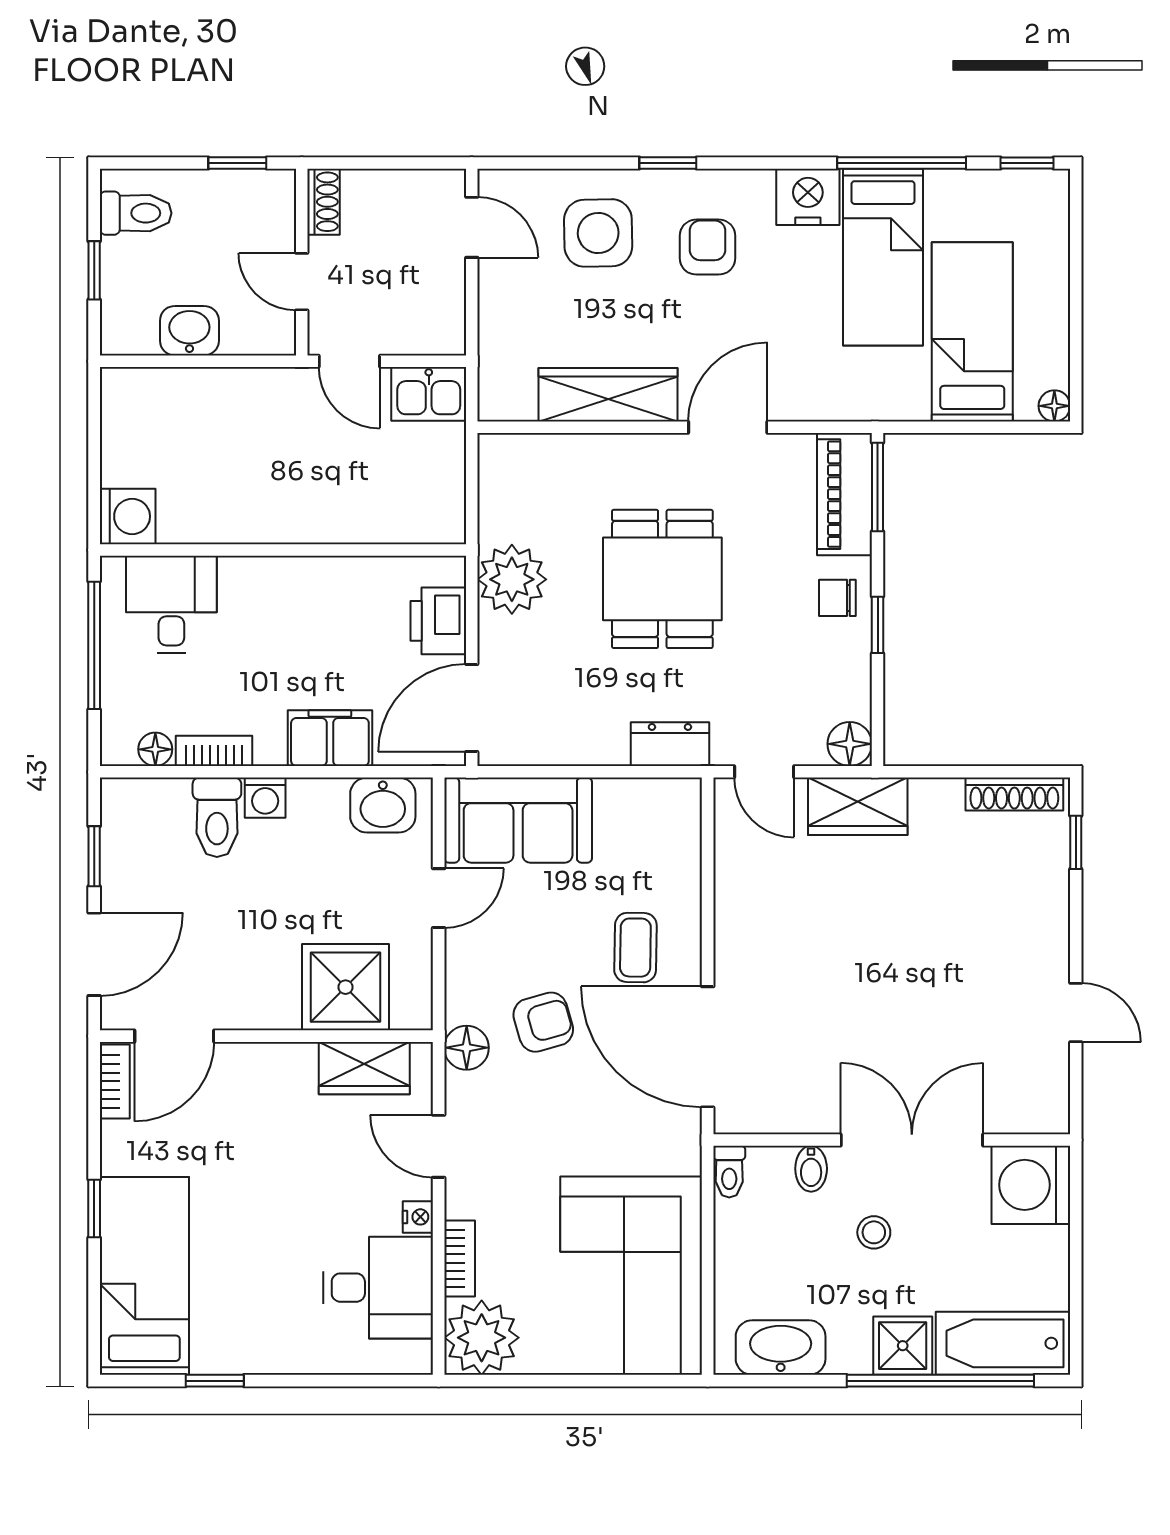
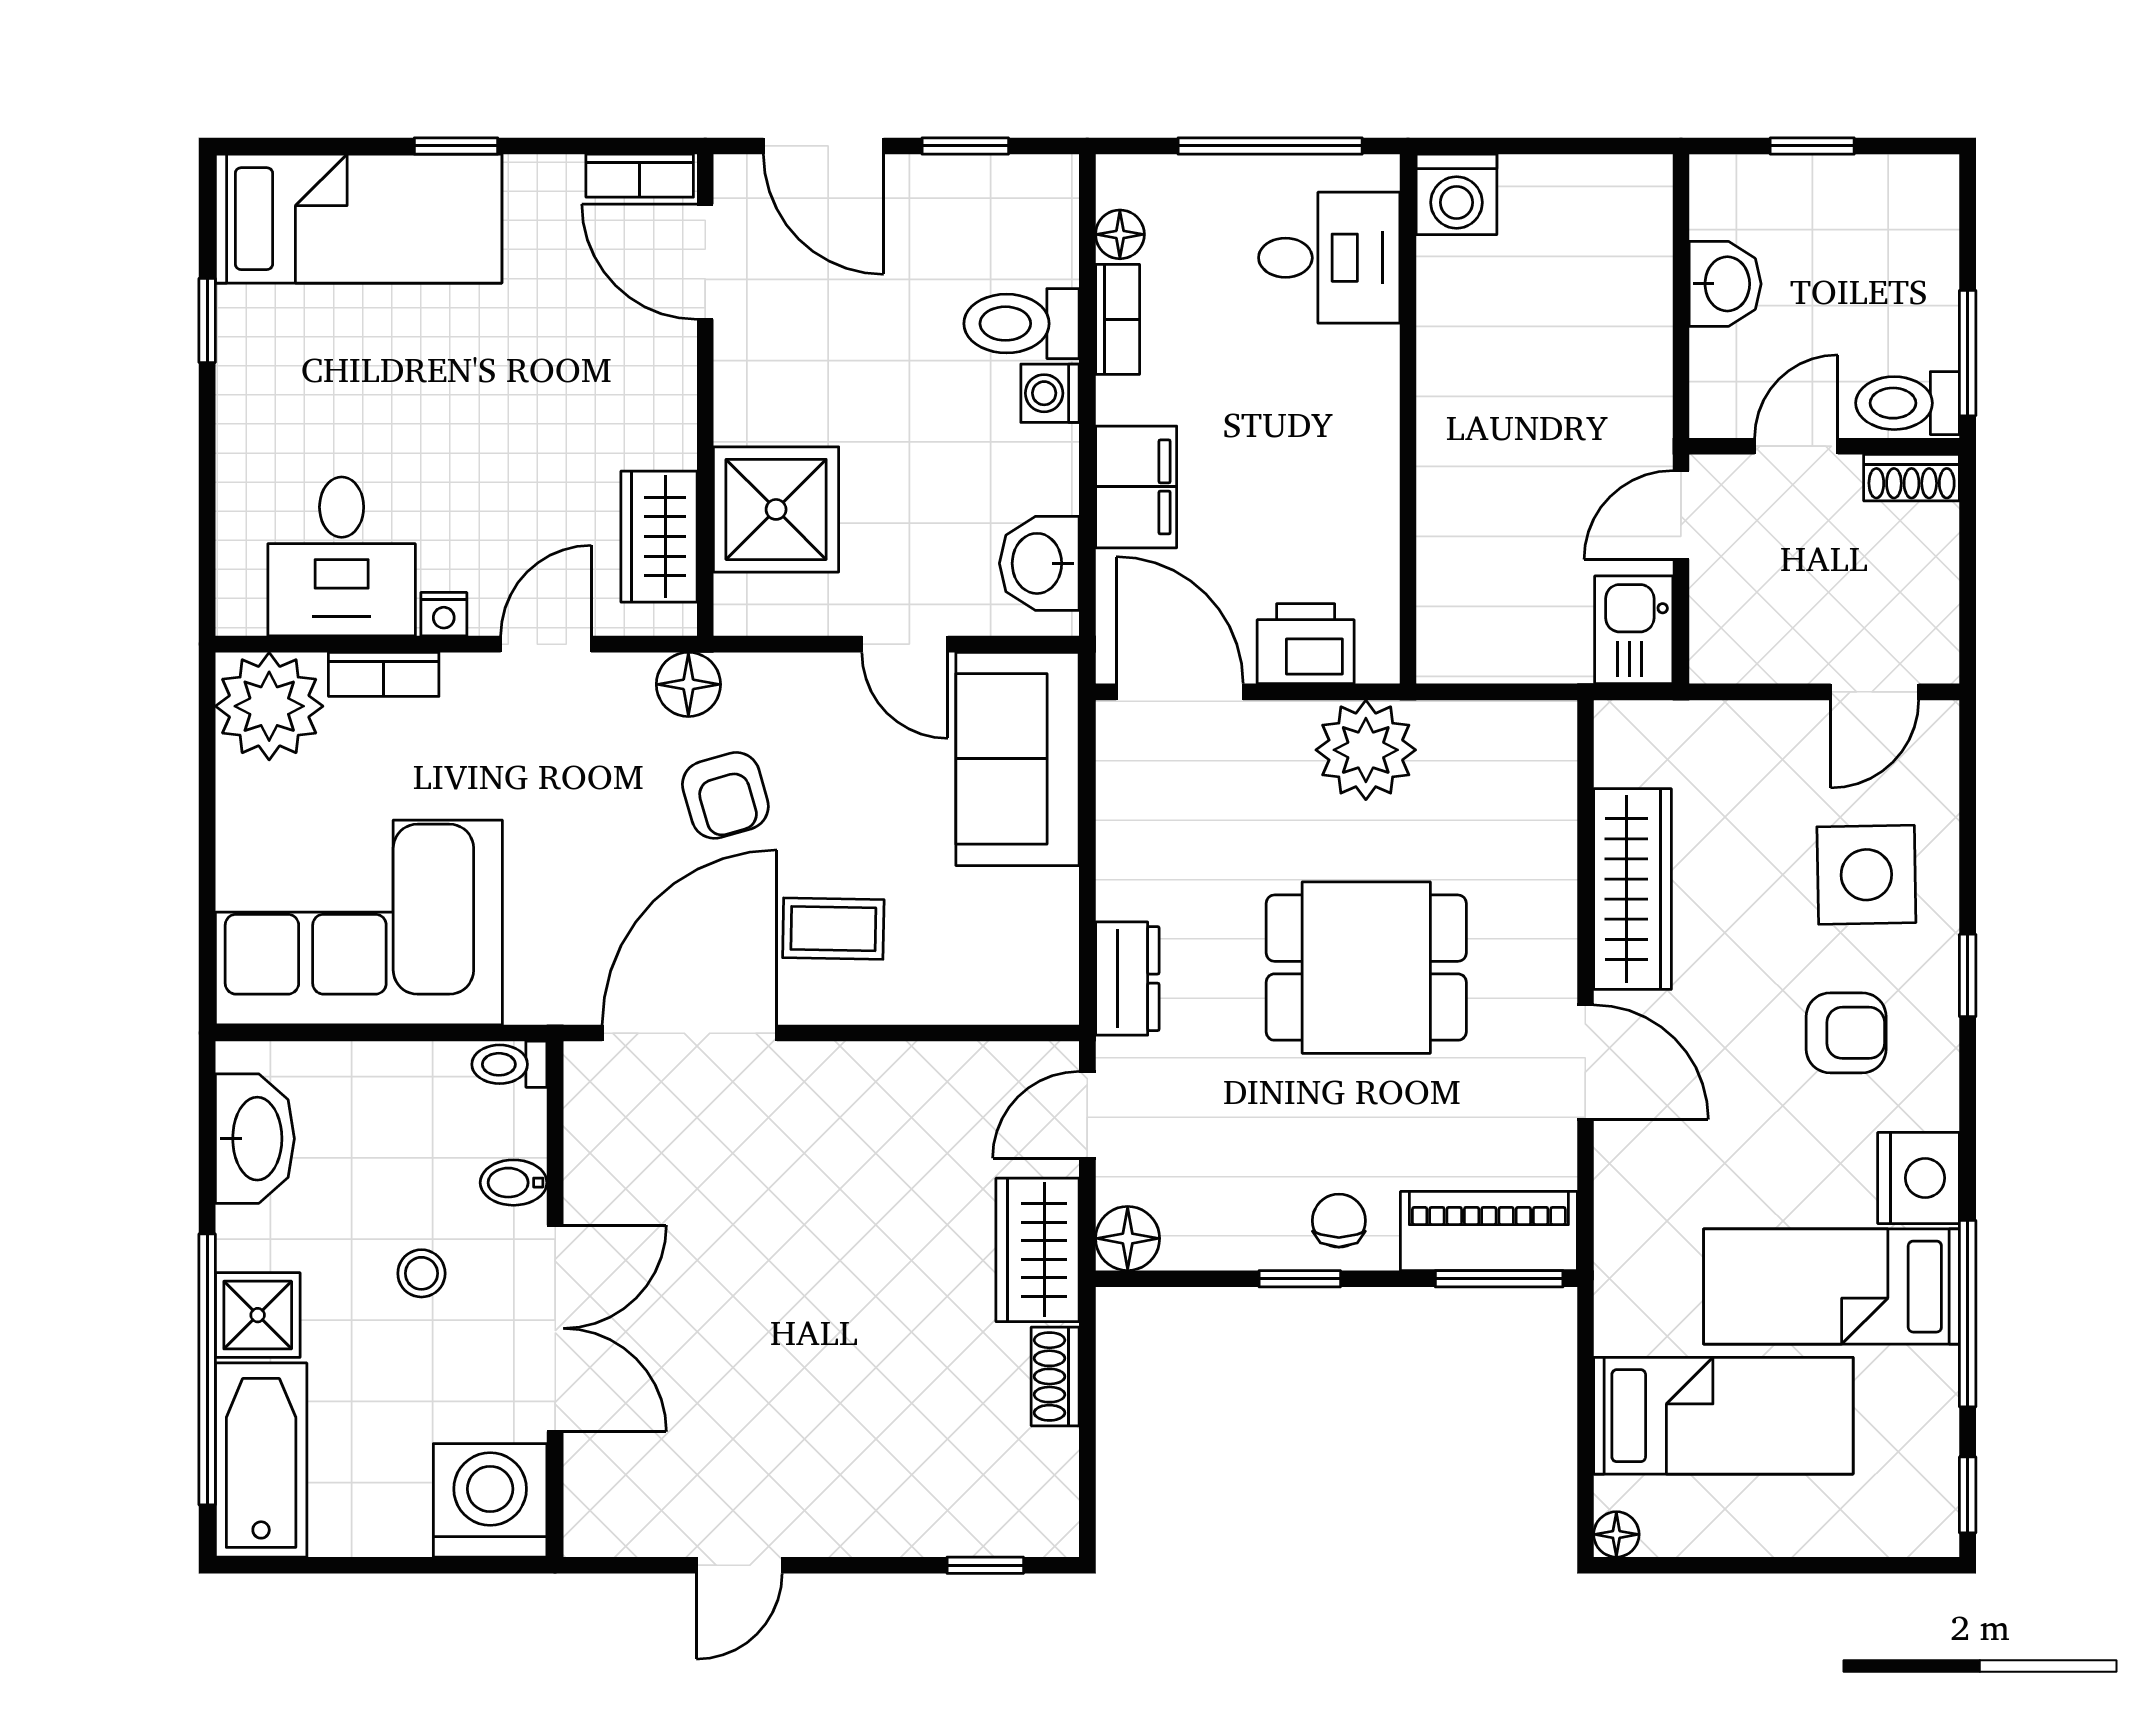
window: (237, 163) -> (1968, 353), width x1.50
toilet: (136, 213) -> (1908, 403), moved, turned 90
shoe rack: (1014, 794) -> (1055, 1376), moved, width x0.70

